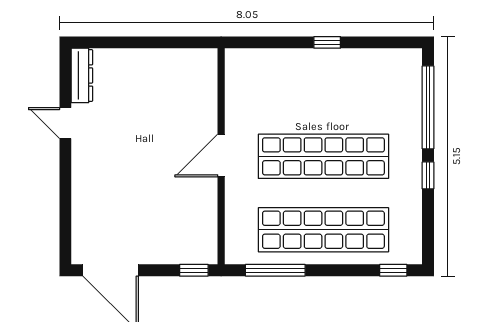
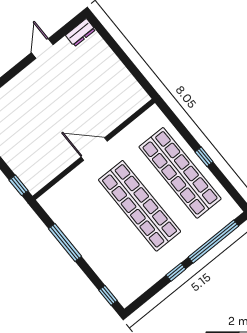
dresser: (82, 75) -> (80, 33), width x0.70
shop shelf: (323, 230) -> (180, 173), moved
window: (275, 270) -> (65, 242), moved

